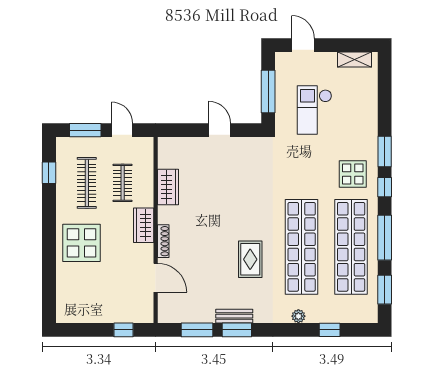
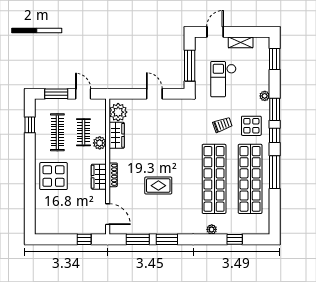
door: (303, 45) -> (215, 32), hinge flipped
shelving: (354, 60) -> (241, 42), moved
plant: (371, 133) -> (265, 96), added
plant: (170, 155) -> (118, 112), added
trolley: (313, 173) -> (222, 125), added
plant: (145, 198) -> (100, 143), added
wardrobe: (144, 225) -> (99, 177), moved
rug: (250, 259) -> (158, 186), moved, turned 90
door: (156, 278) -> (108, 214), moved
window: (385, 290) -> (275, 59), moved
bench: (234, 316) -> (165, 229), removed

